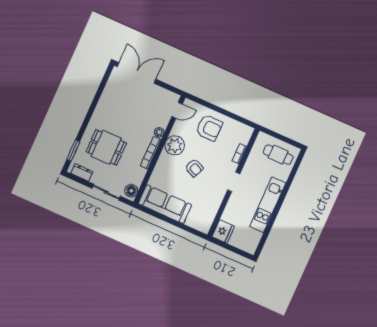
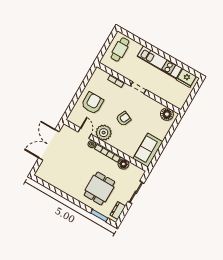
double door: (137, 73) -> (49, 145), moved
door: (177, 110) -> (85, 133), moved
floor lamp: (131, 191) -> (123, 164), moved
sofa: (165, 204) -> (148, 150), width x0.73
floor lamp: (205, 220) -> (167, 114), added
fridge: (223, 231) -> (186, 78), moved, turned 180

